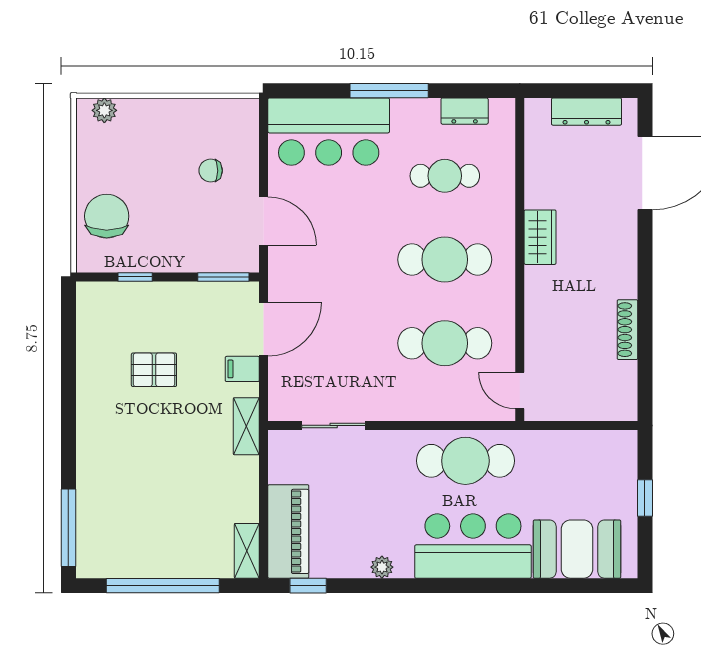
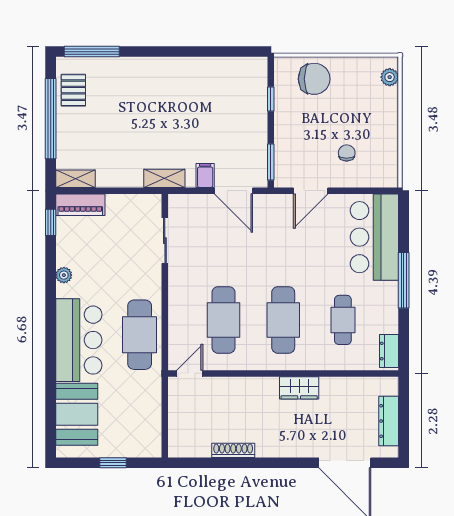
dresser: (465, 111) -> (389, 351), moved
pallet: (154, 370) -> (73, 90), moved
piano: (288, 531) -> (80, 205), width x0.73, depth x0.75

